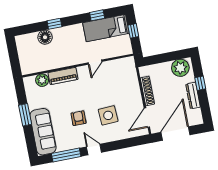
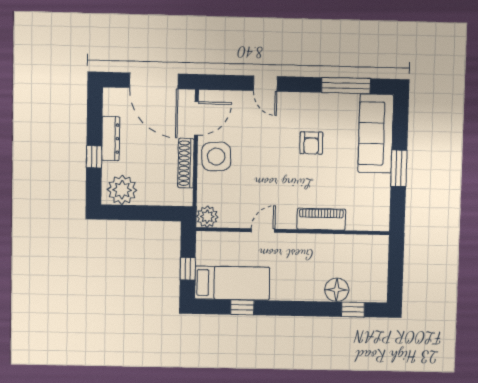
window: (54, 24) -> (353, 310), moved
plant: (42, 80) -> (207, 217), moved
side table: (108, 115) -> (216, 157), moved
door: (176, 134) -> (154, 81), hinge flipped
door: (94, 150) -> (265, 84), moved

